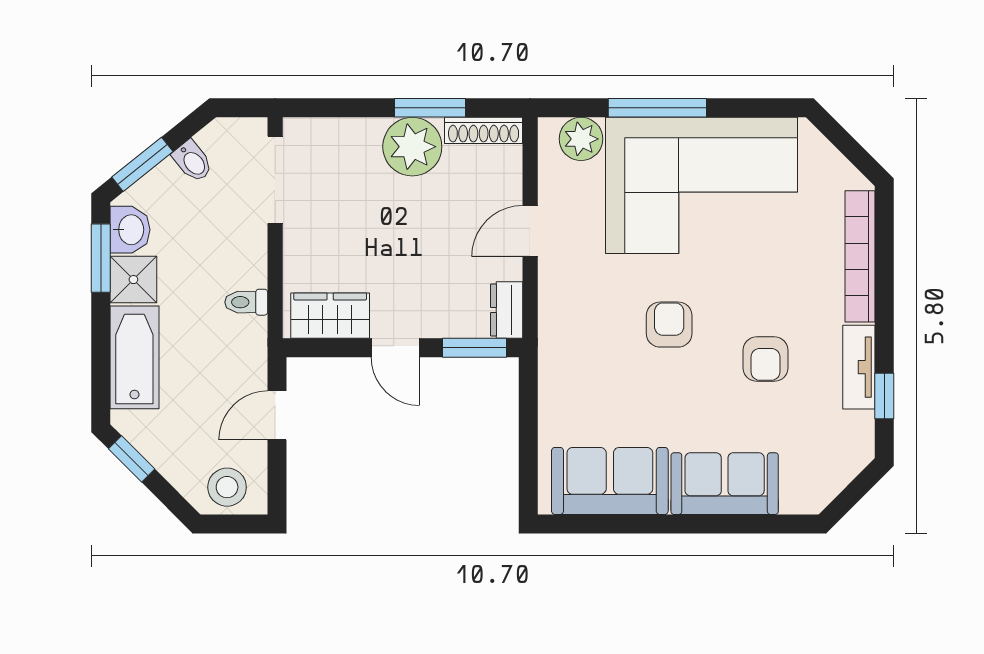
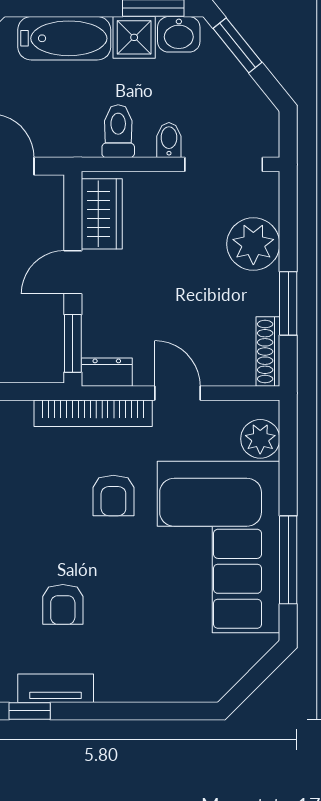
window: (657, 108) -> (288, 560), moved
plant: (412, 147) -> (253, 244), moved
bidet: (193, 161) -> (169, 140), moved, turned 129
bookcase: (860, 256) -> (93, 413), moved, turned 180
toilet: (246, 302) -> (118, 131), width x1.37, depth x1.39
armchair: (669, 325) -> (113, 495), moved, turned 90
armchair: (766, 359) -> (63, 604), turned -90

